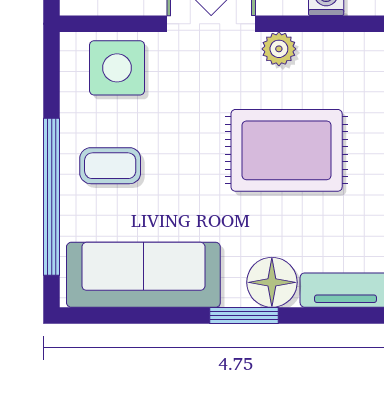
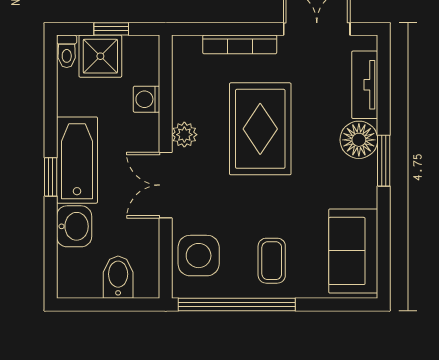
window: (52, 197) -> (237, 304), moved
sofa: (143, 275) -> (353, 251), width x0.73

